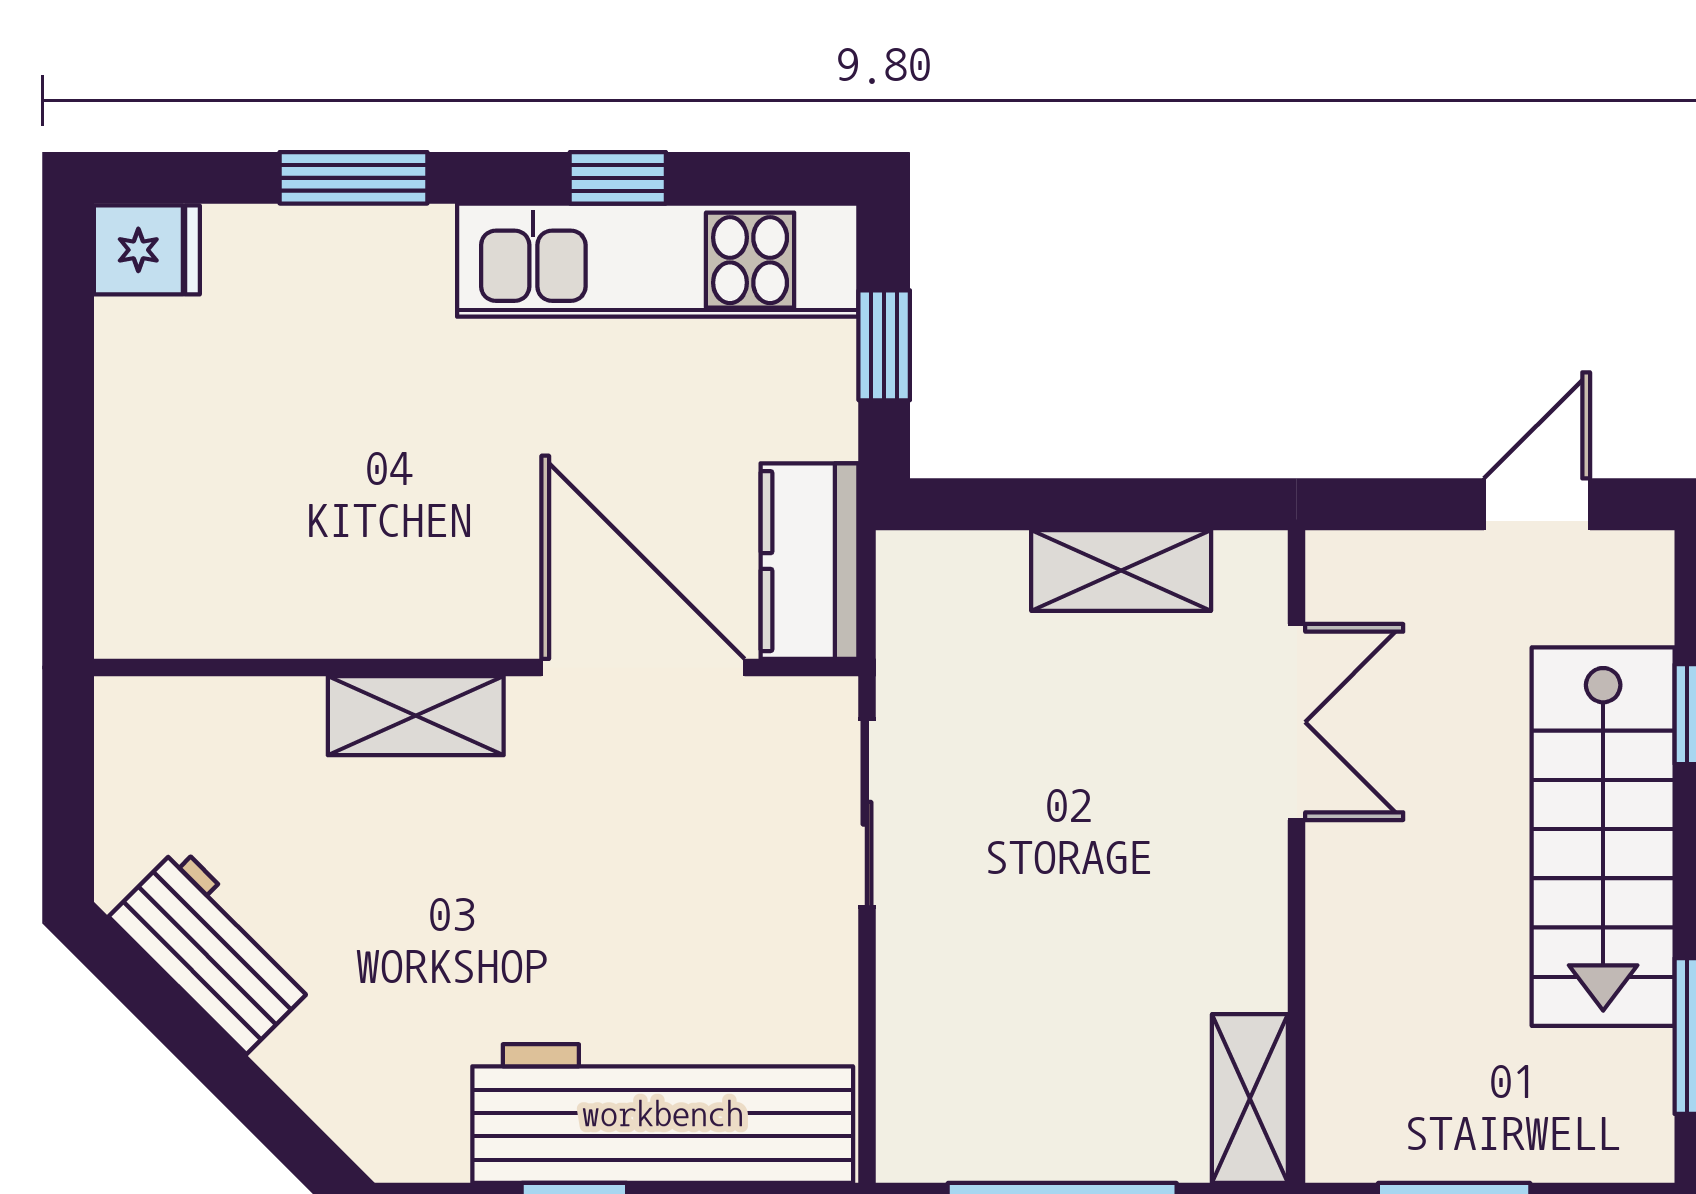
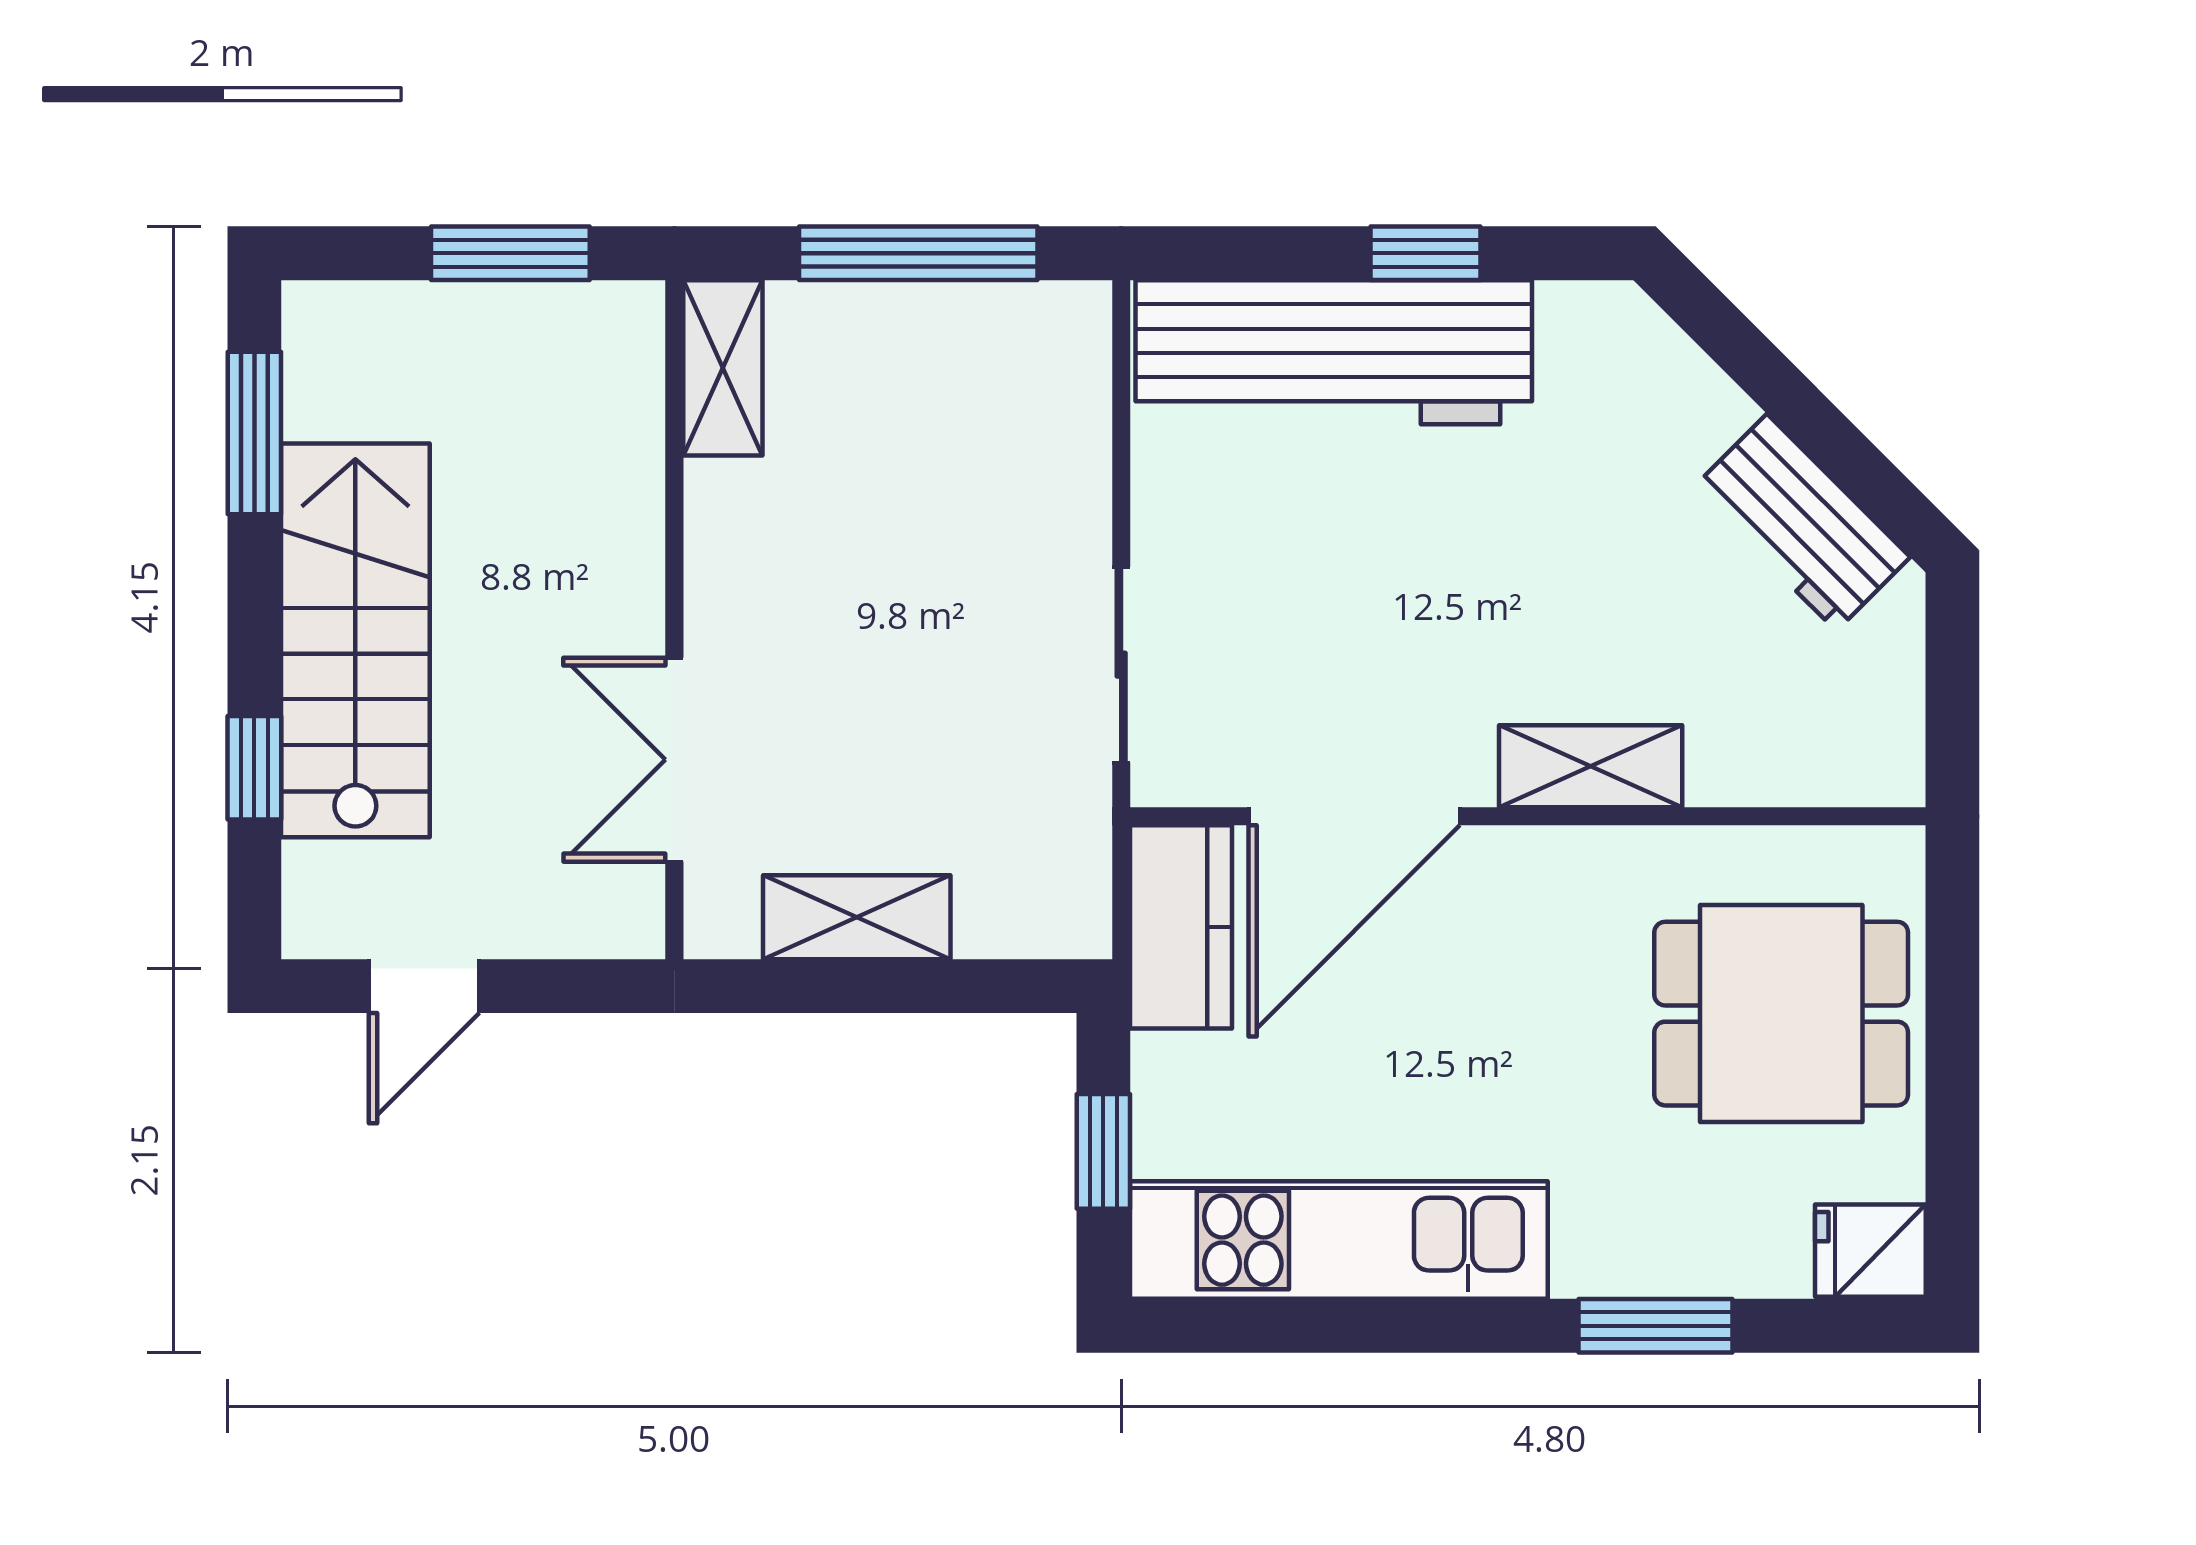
window: (618, 178) -> (1380, 1326), removed
dining table: (233, 478) -> (1781, 1014), added
door: (643, 667) -> (1354, 816), hinge flipped

